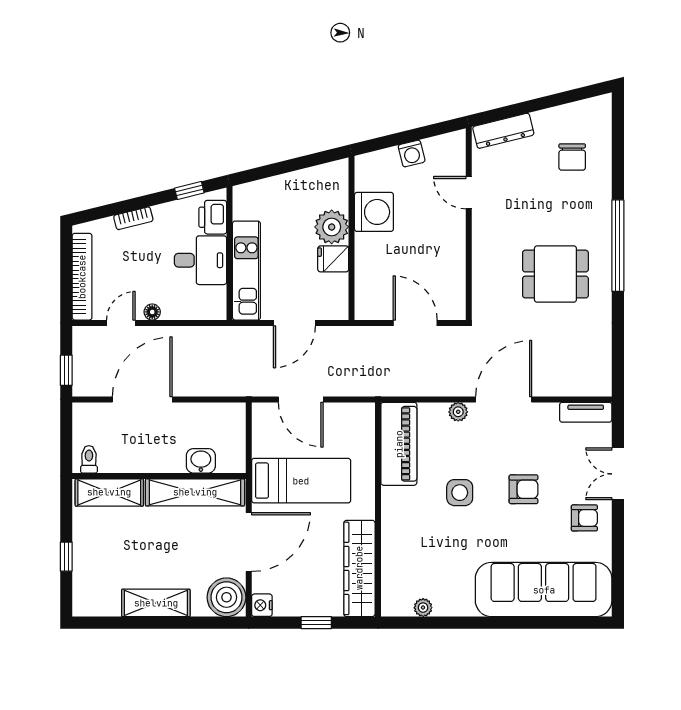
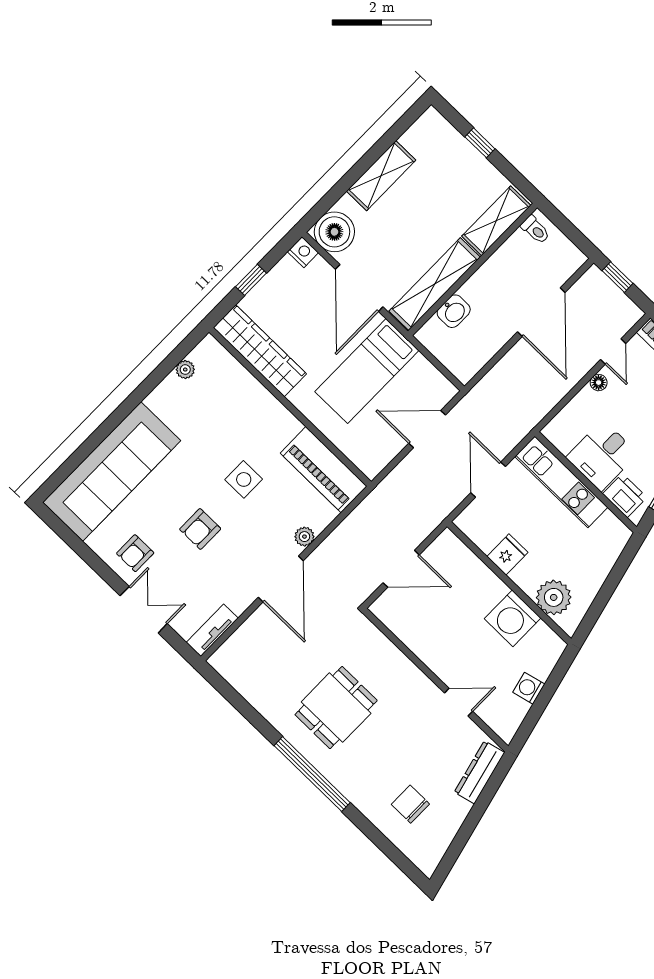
plant: (332, 227) -> (554, 597), moved

